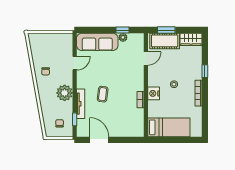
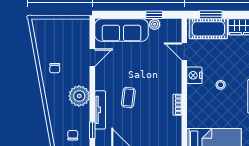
door: (146, 58) -> (184, 52), swing flipped
nightstand: (154, 93) -> (194, 75), moved

